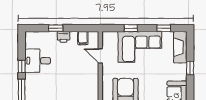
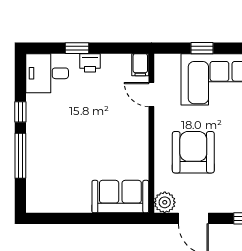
filing cabinet: (83, 38) -> (140, 65), moved
desk: (38, 61) -> (47, 73), moved

